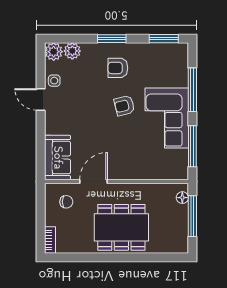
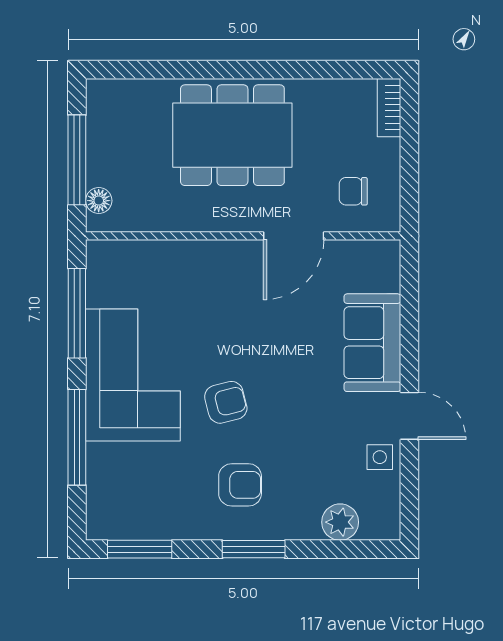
plant: (54, 52) -> (381, 521), removed
sofa: (58, 158) -> (372, 343), moved

